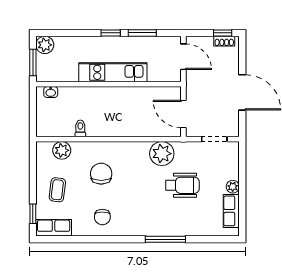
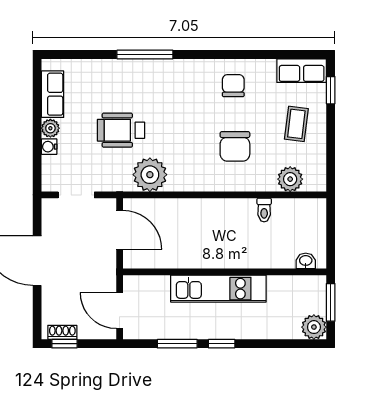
water cooler: (234, 174) -> (49, 147), added

